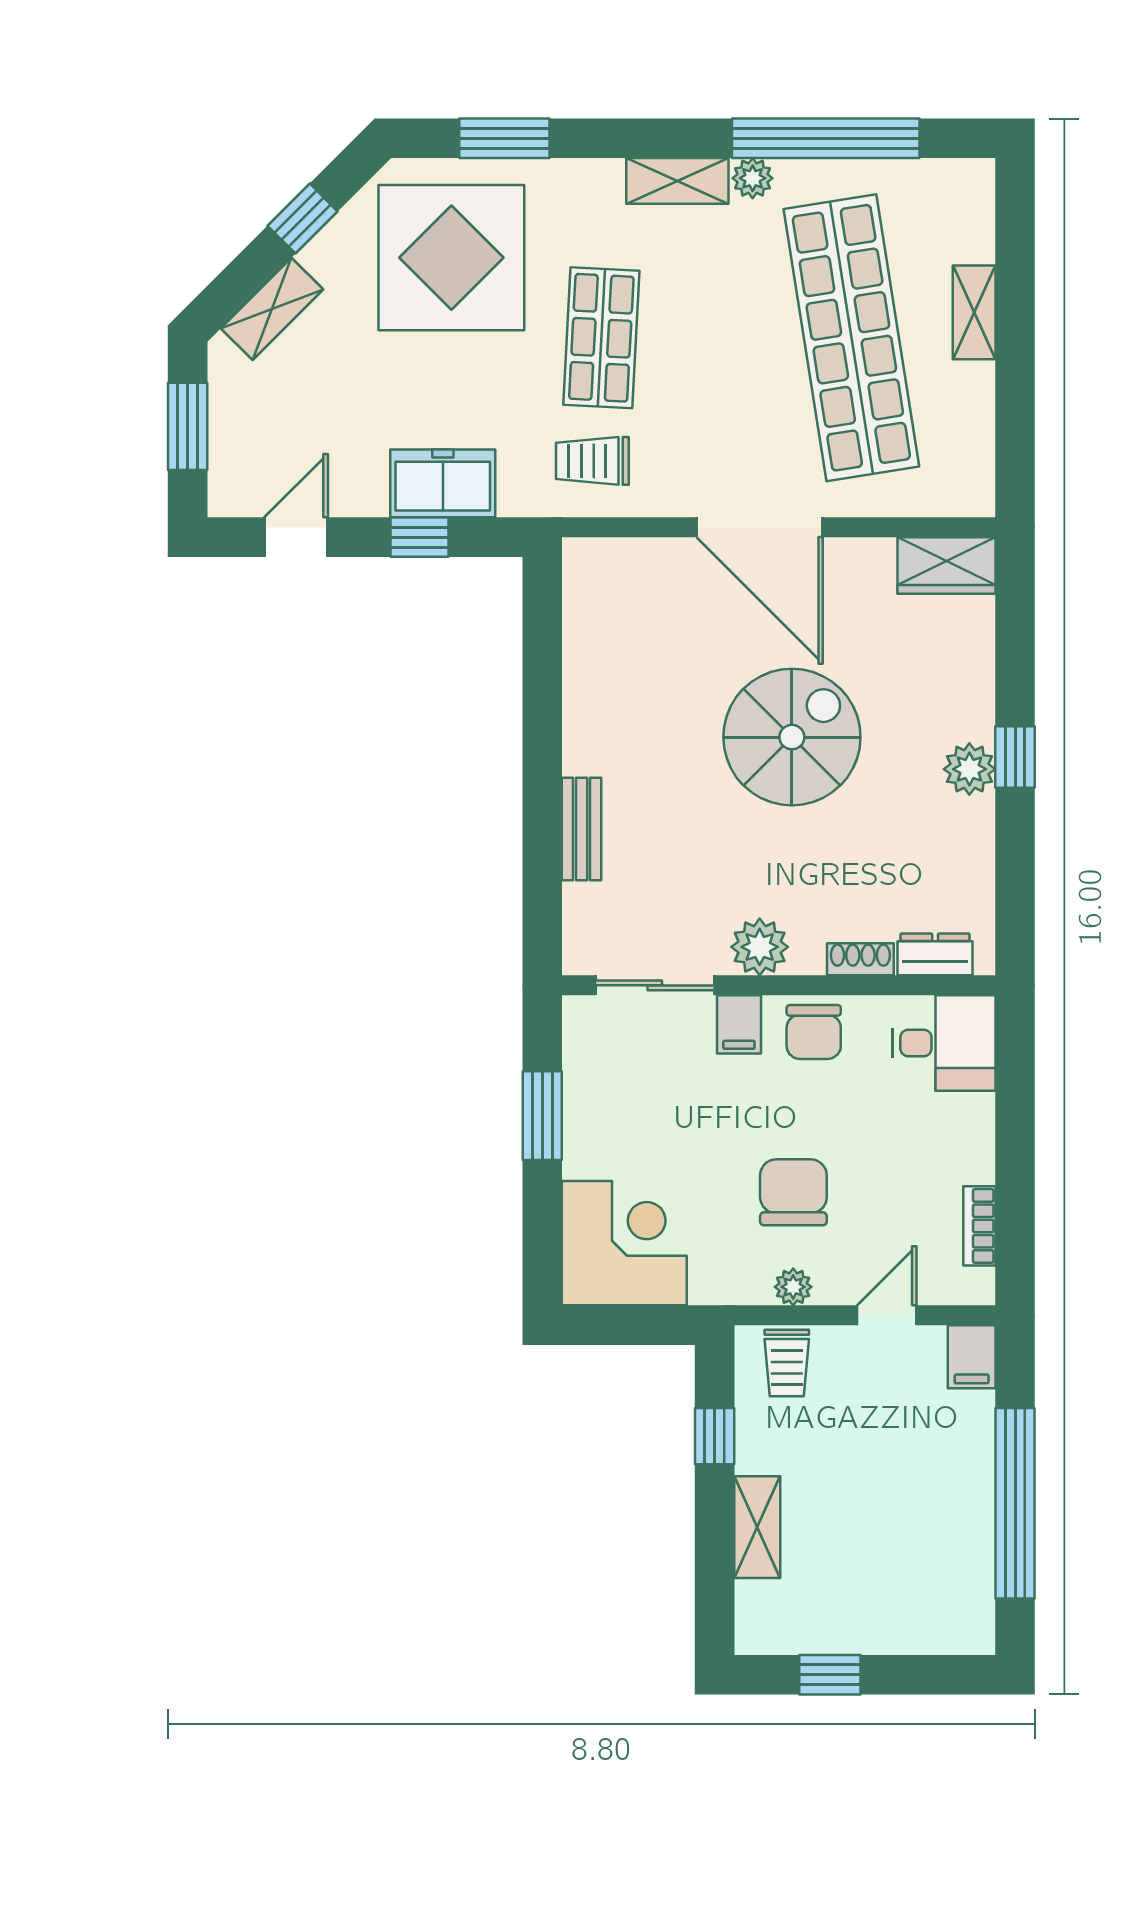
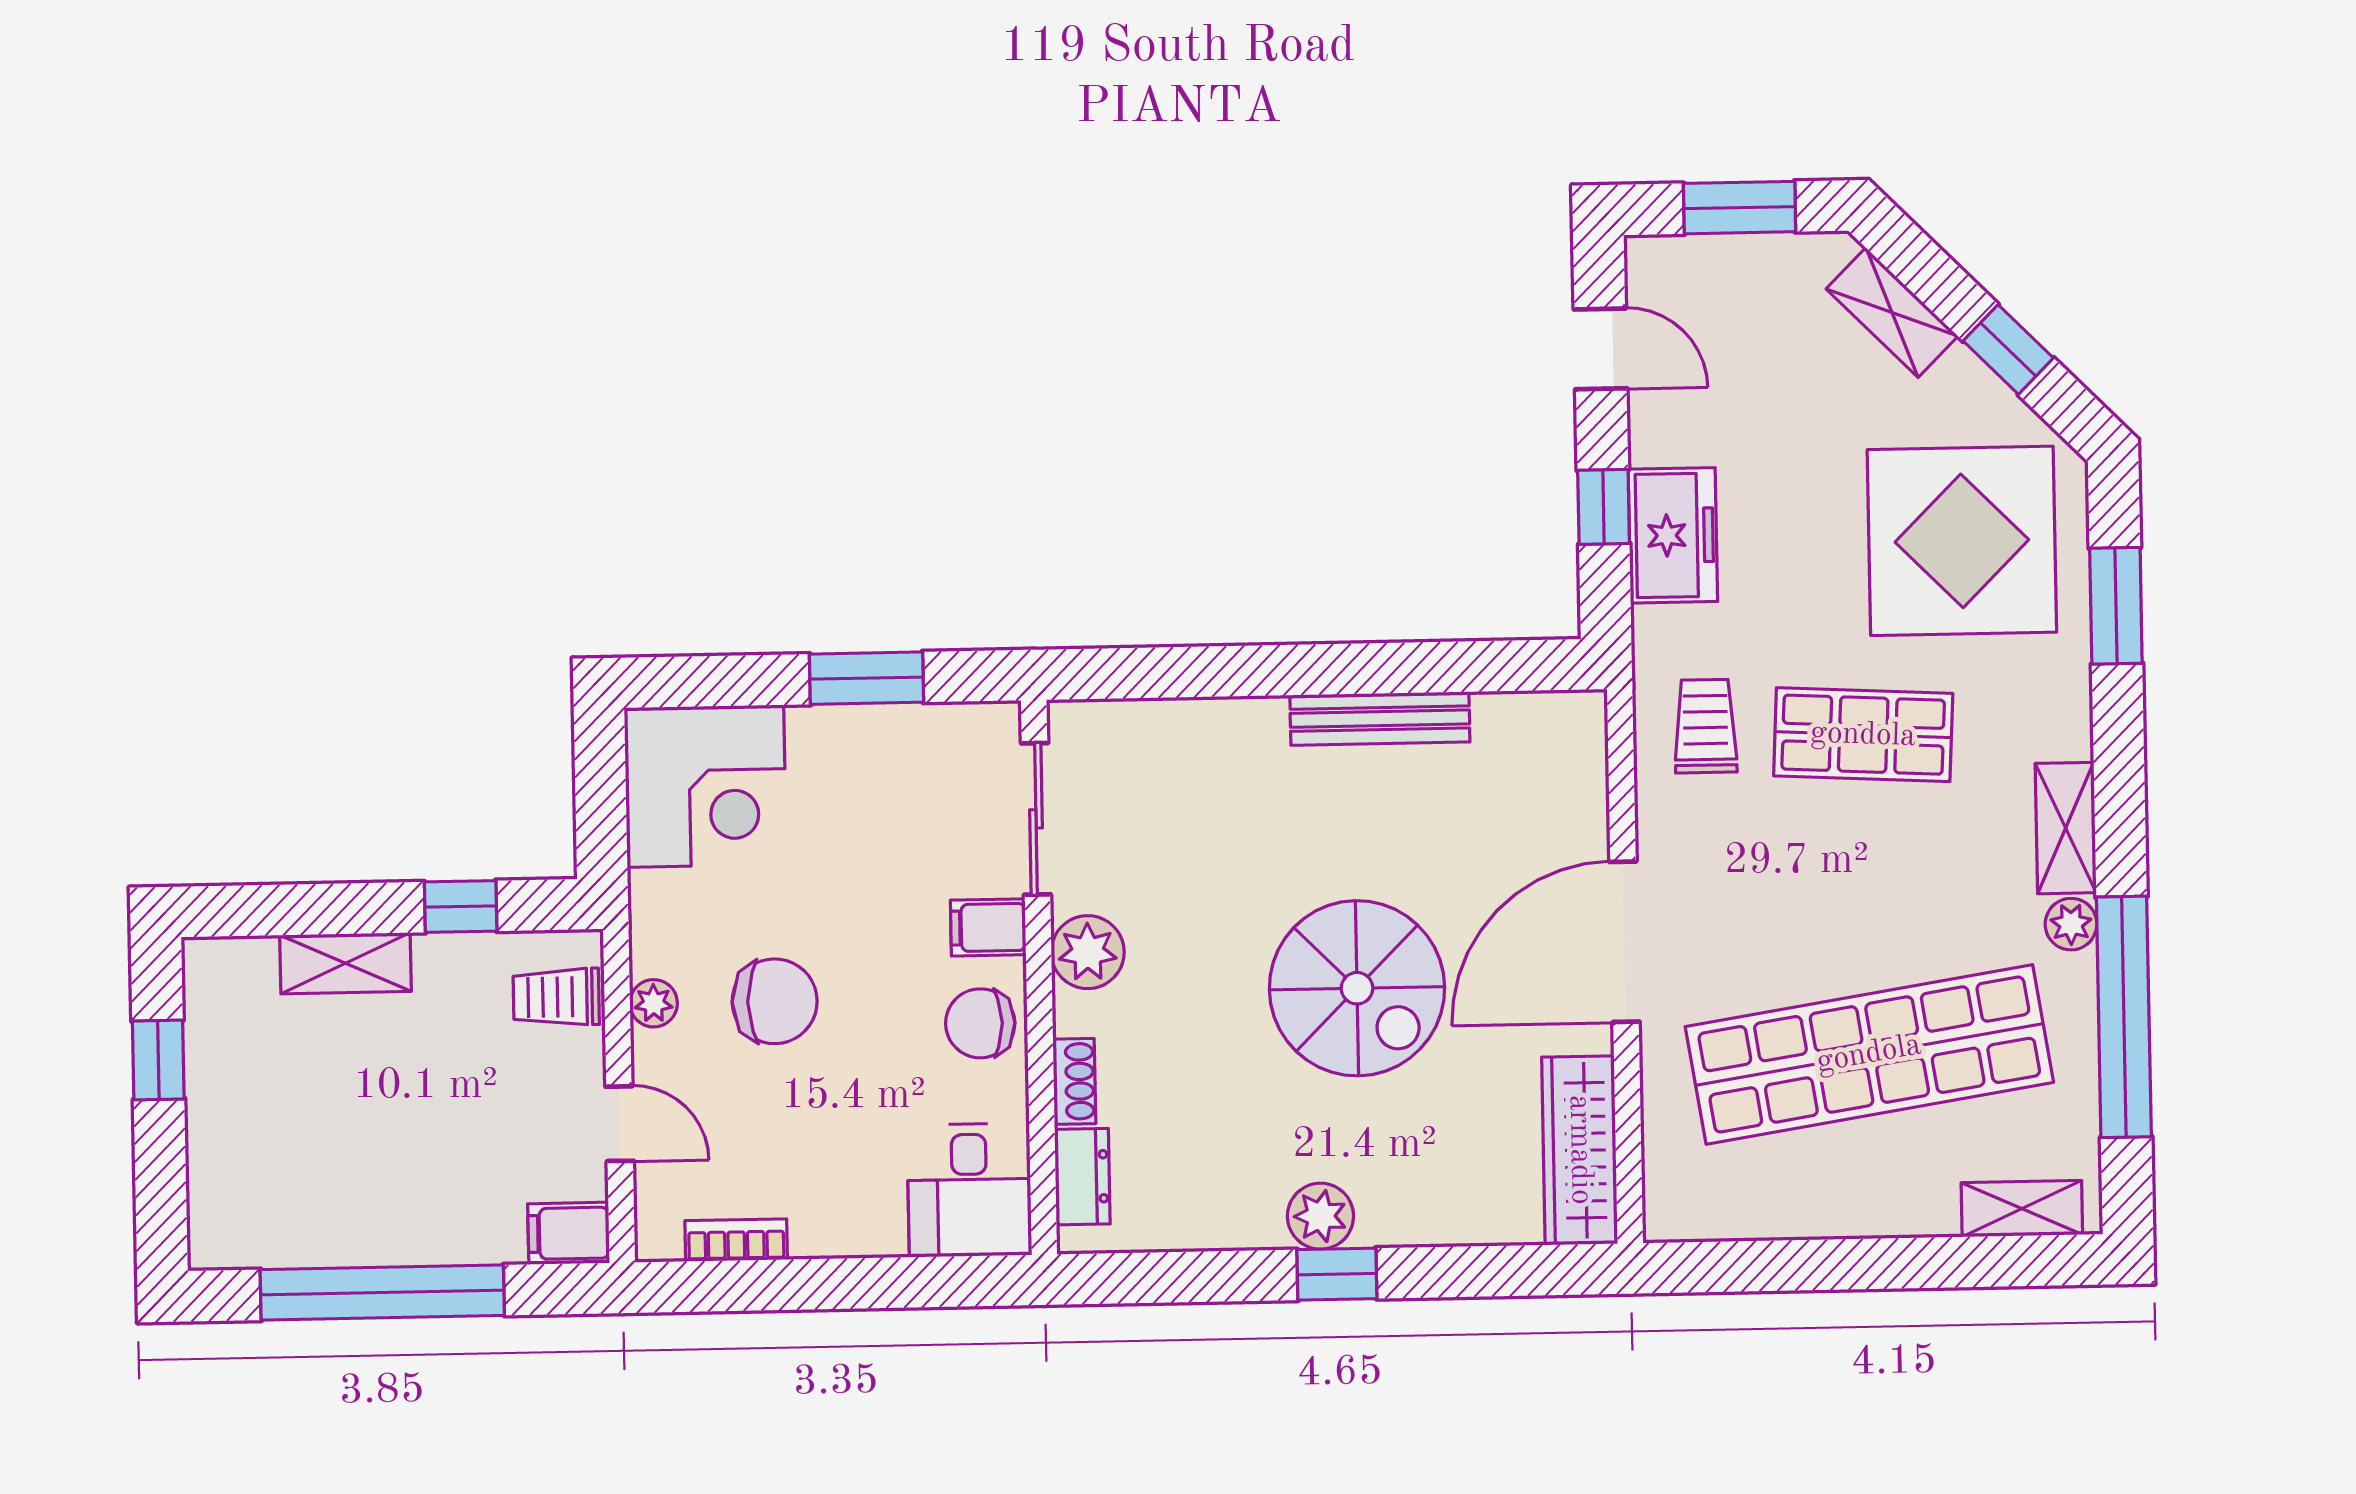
shelving: (974, 312) -> (2022, 1209), moved
wardrobe: (946, 566) -> (1580, 1150), width x1.50
bench: (582, 829) -> (1380, 719), moved, width x1.36

